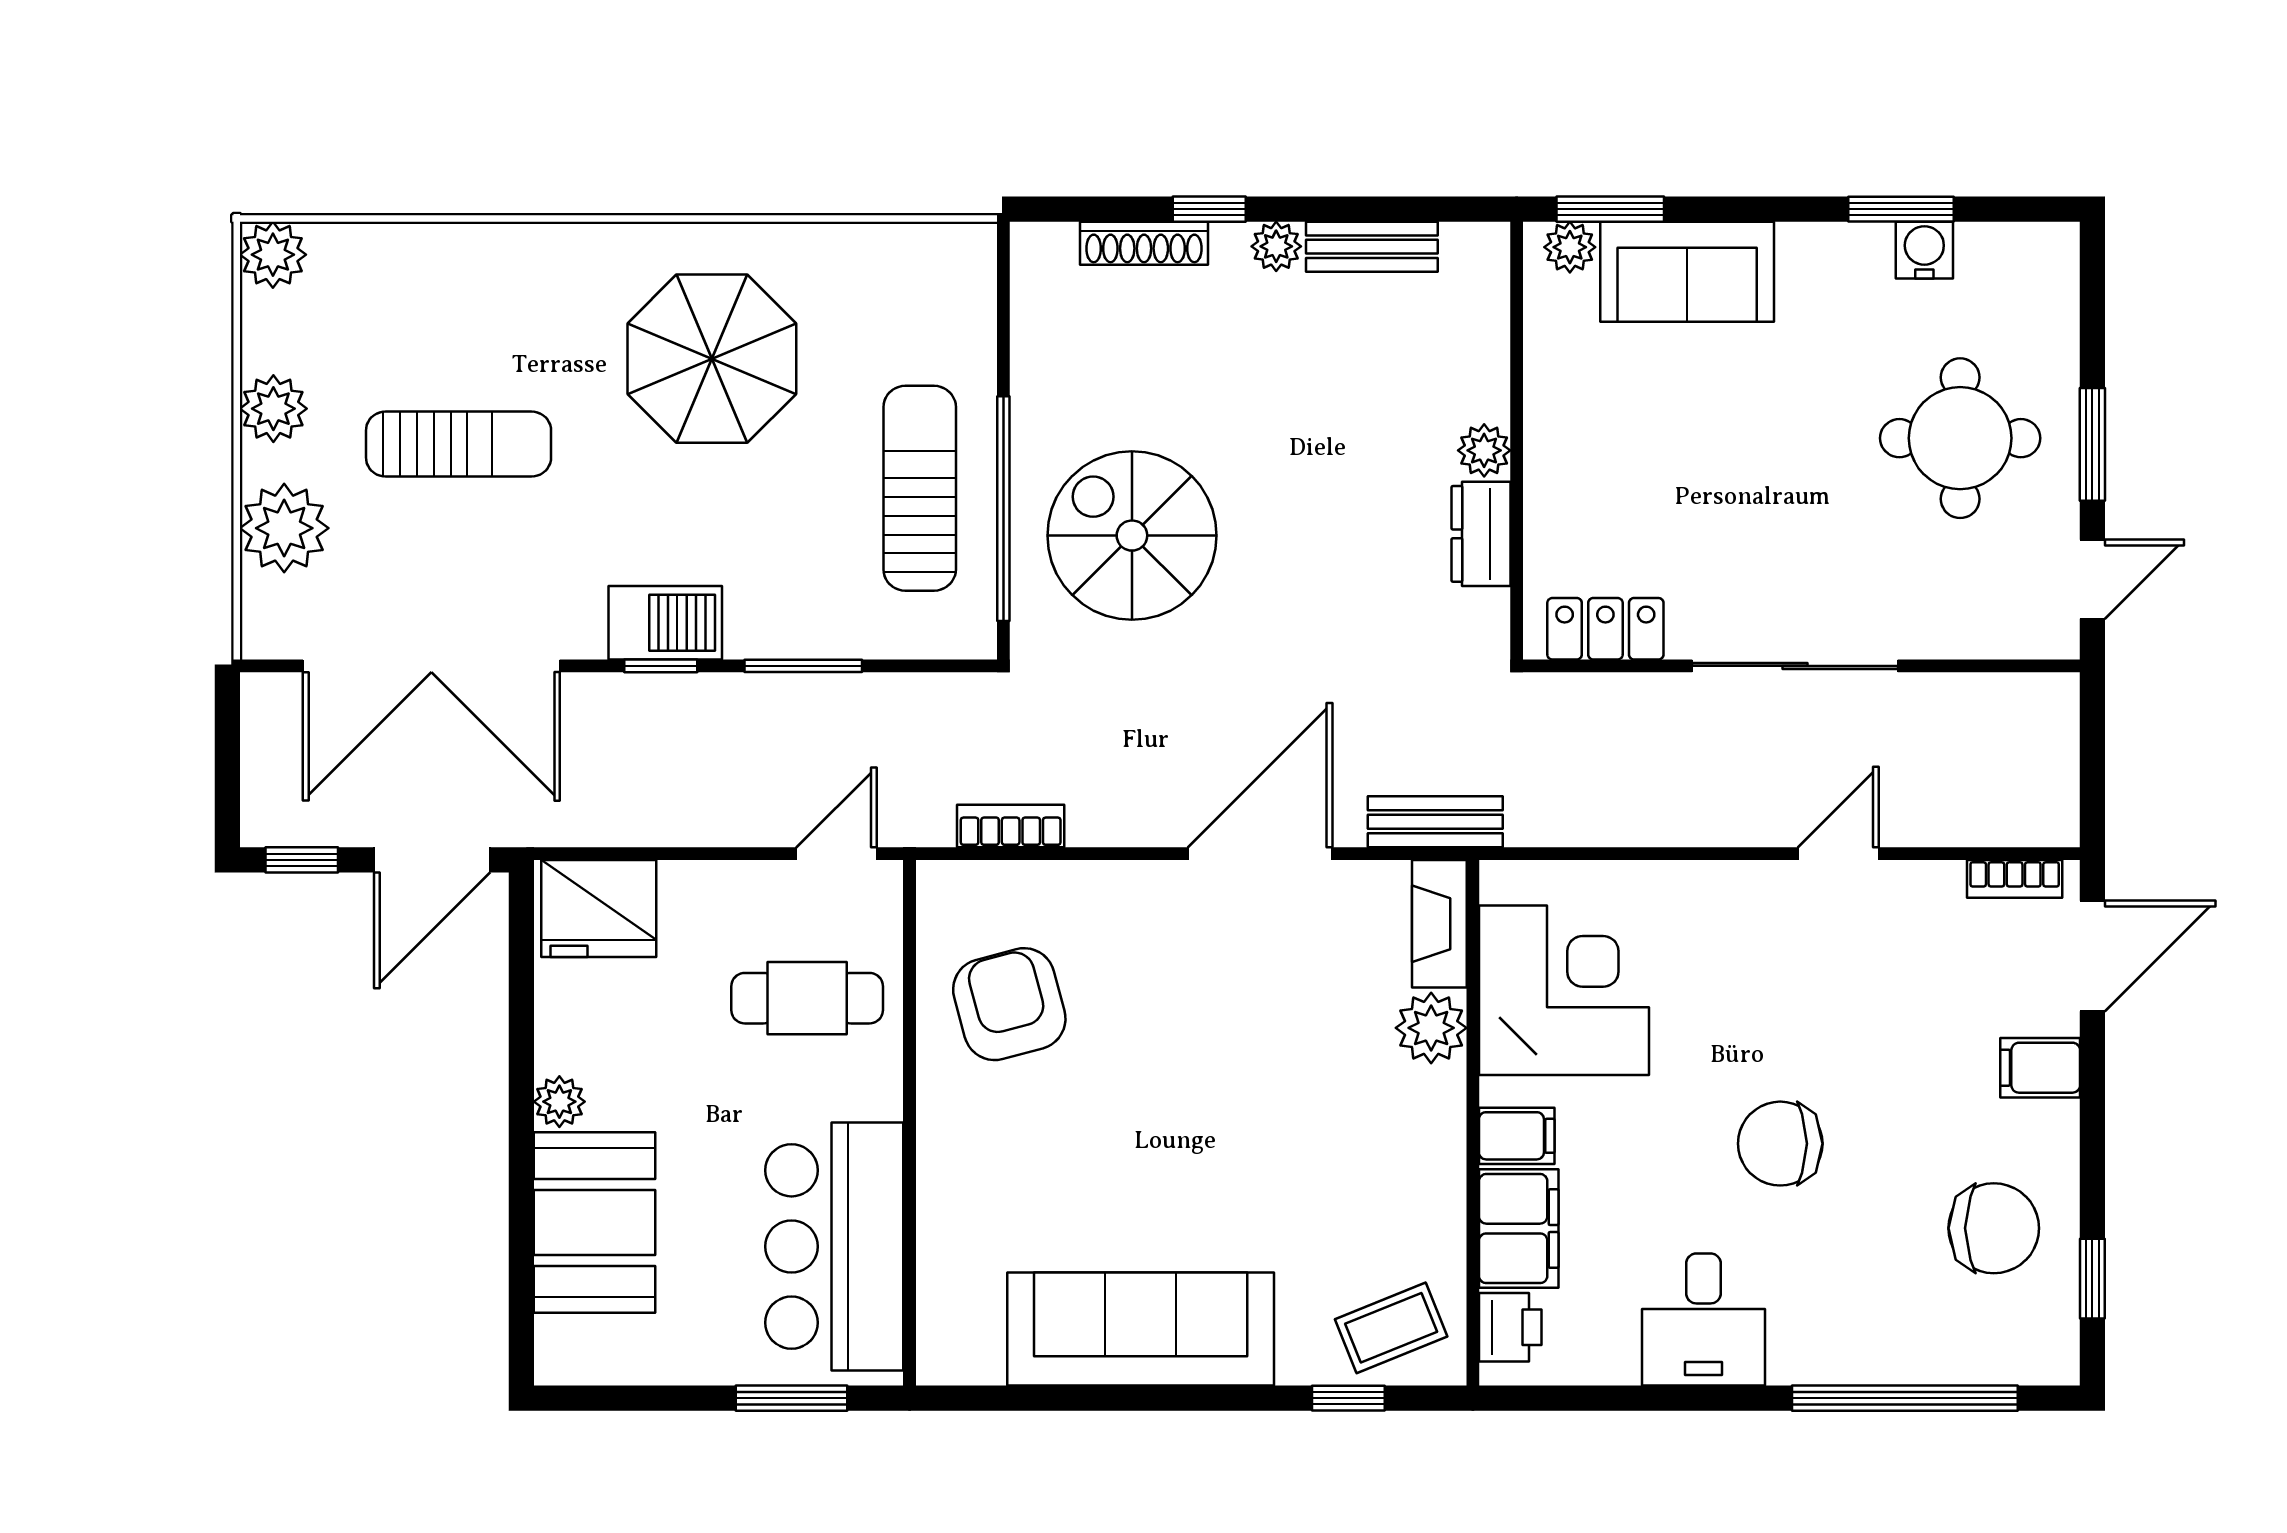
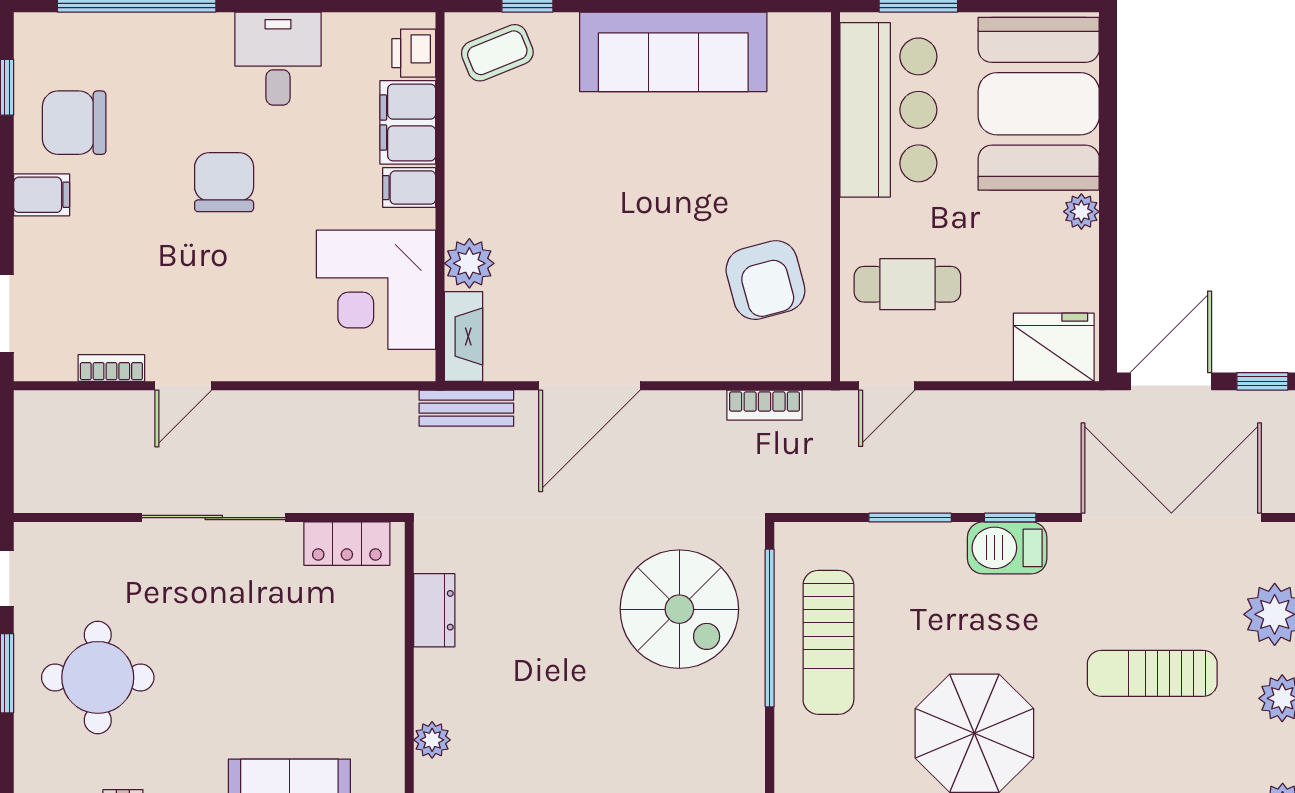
plant: (1484, 450) -> (432, 740), moved
bookcase: (2015, 879) -> (111, 368), moved
filing cabinet: (2040, 1068) -> (42, 195), moved
chair: (1780, 1144) -> (224, 182), turned -90
booth: (595, 1223) -> (1039, 104), width x1.36, depth x1.42

